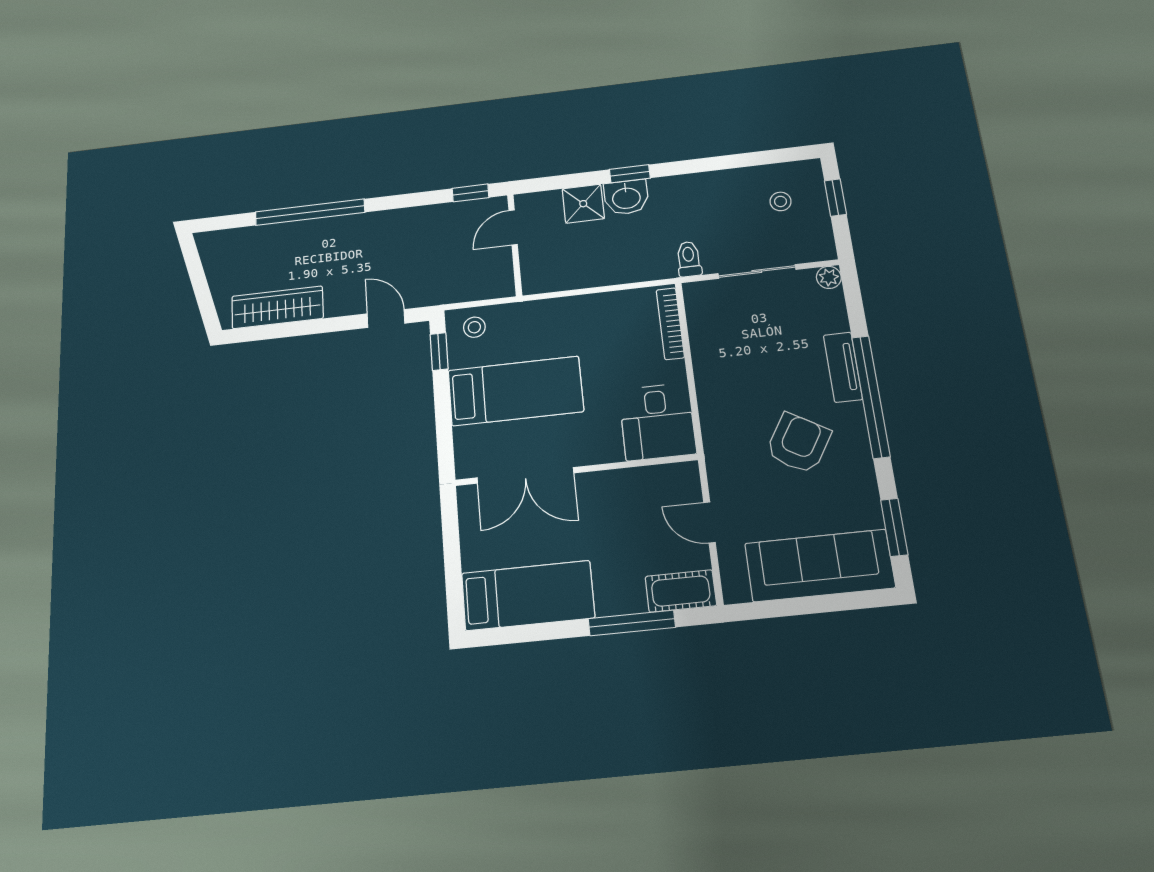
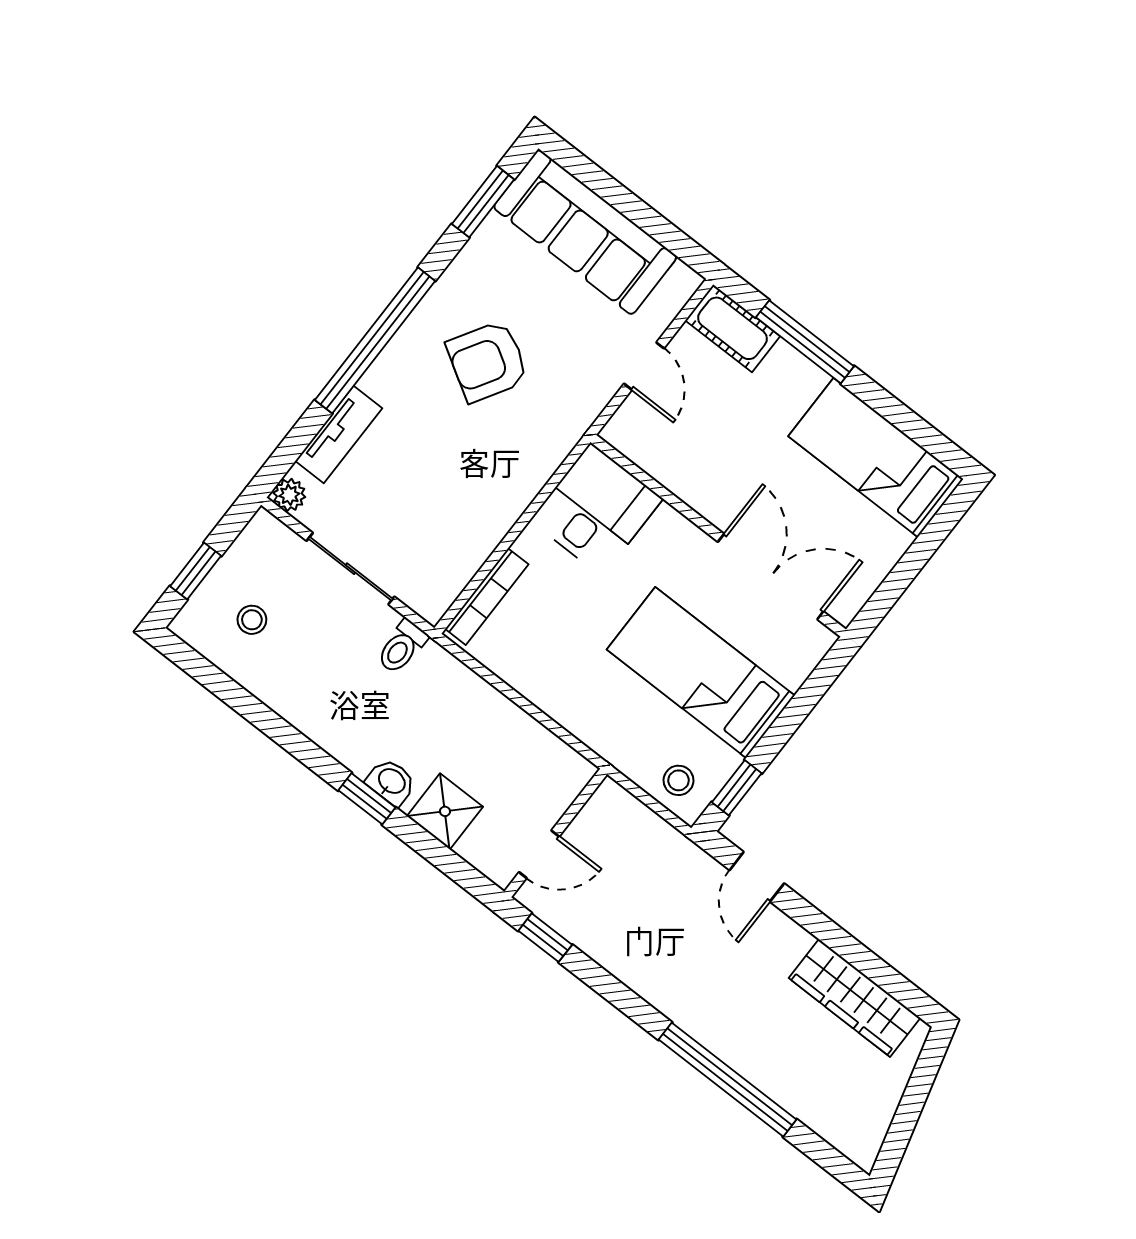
washbasin: (626, 197) -> (391, 782), width x0.72, depth x0.69
tv unit: (843, 367) -> (339, 435), moved

